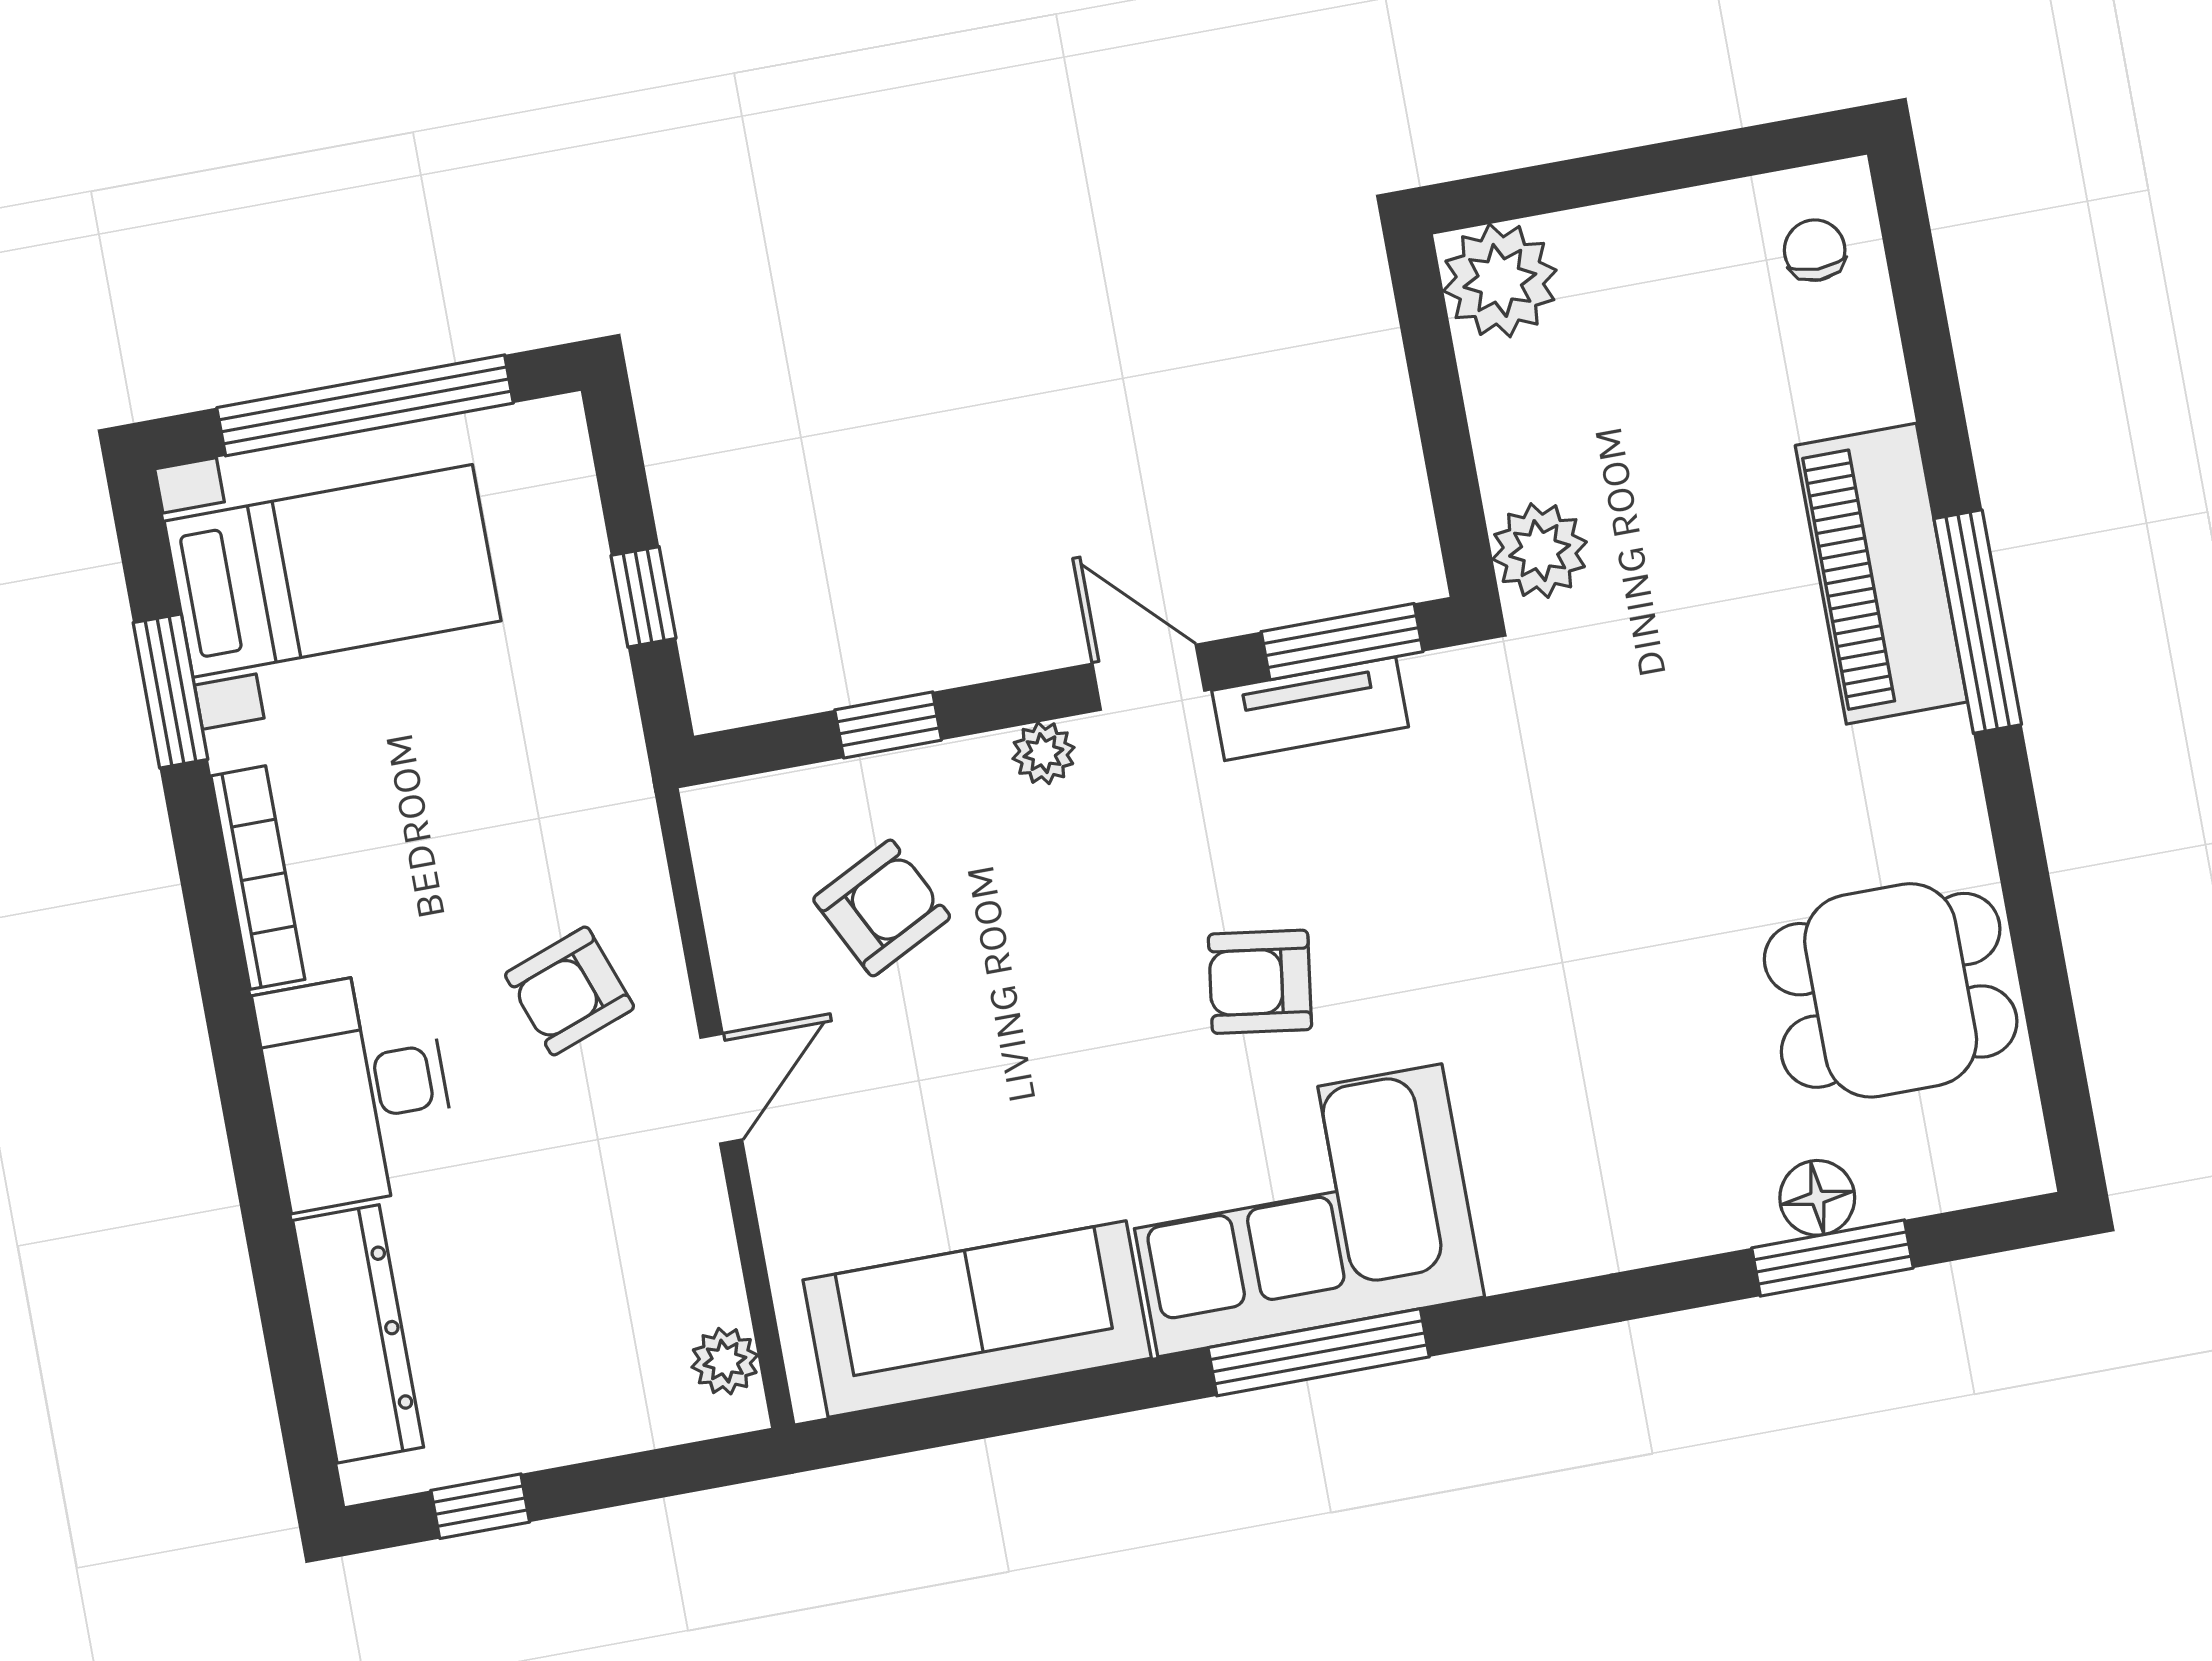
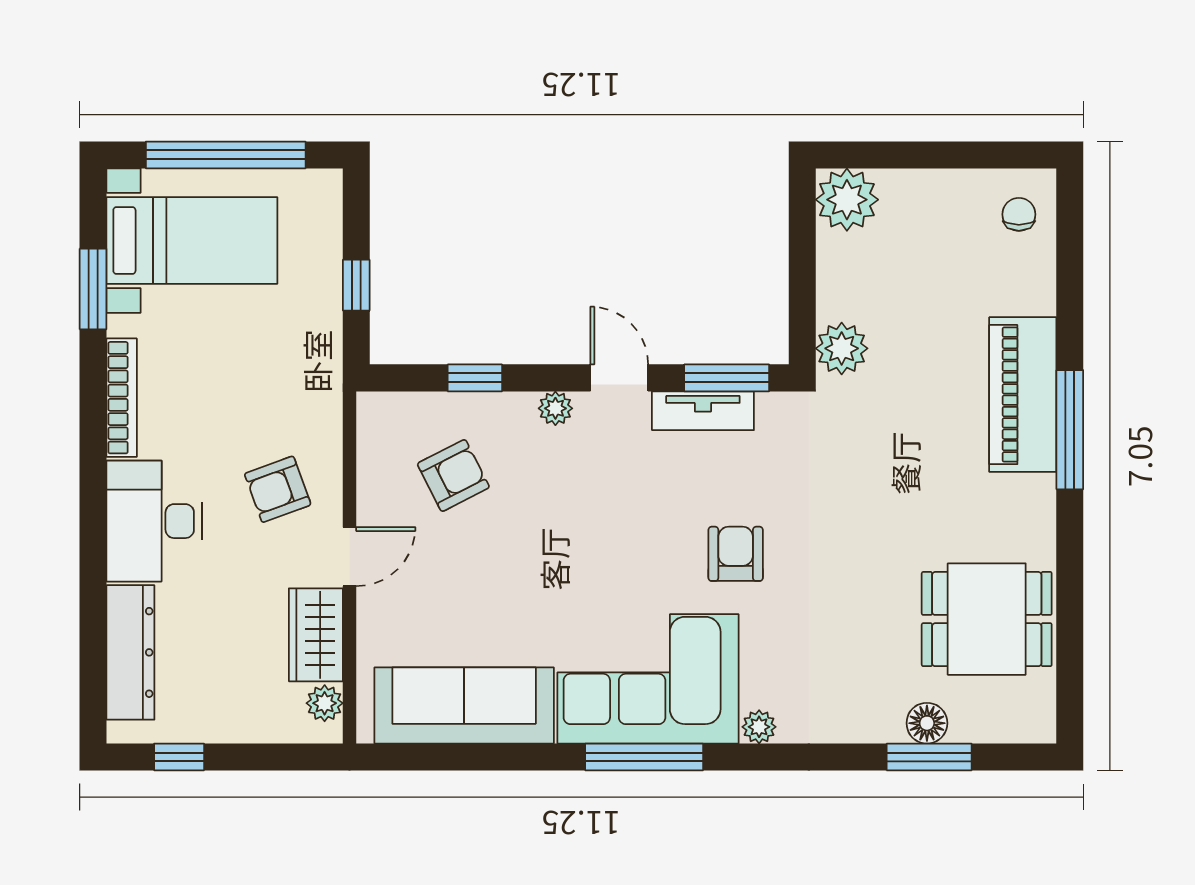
armchair: (1260, 982) -> (736, 554), moved, turned 82
wardrobe: (686, 1241) -> (316, 635), added
plant: (1516, 1260) -> (759, 727), added

